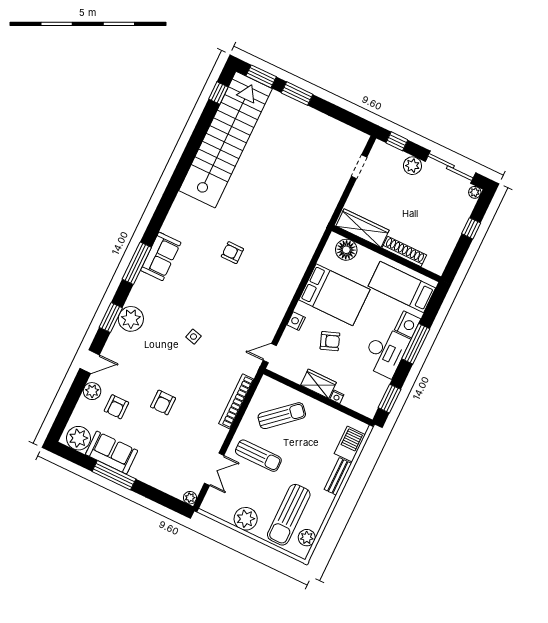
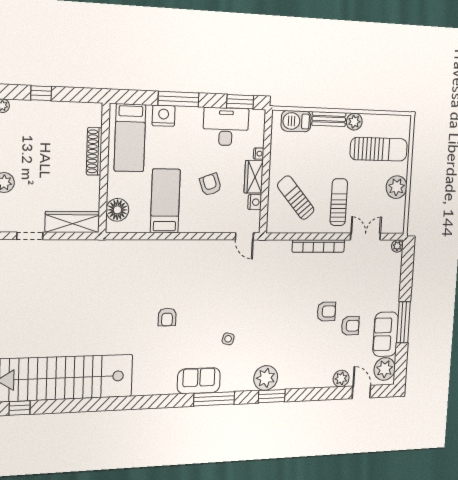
wardrobe: (362, 228) -> (72, 222), moved, turned 90
bed: (334, 295) -> (165, 201), width x0.67
nightstand: (296, 321) -> (255, 202), moved, turned -90
side table: (193, 337) -> (228, 339), moved
desk: (386, 352) -> (226, 127), moved
door: (90, 362) -> (361, 392), moved
bookcase: (236, 401) -> (318, 246), moved
armchair: (116, 407) -> (350, 326), moved
plant: (307, 538) -> (354, 122), moved

